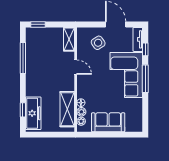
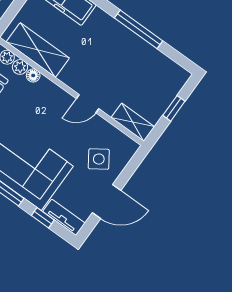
window: (38, 24) -> (174, 108), moved
window: (23, 58) -> (139, 29), moved

